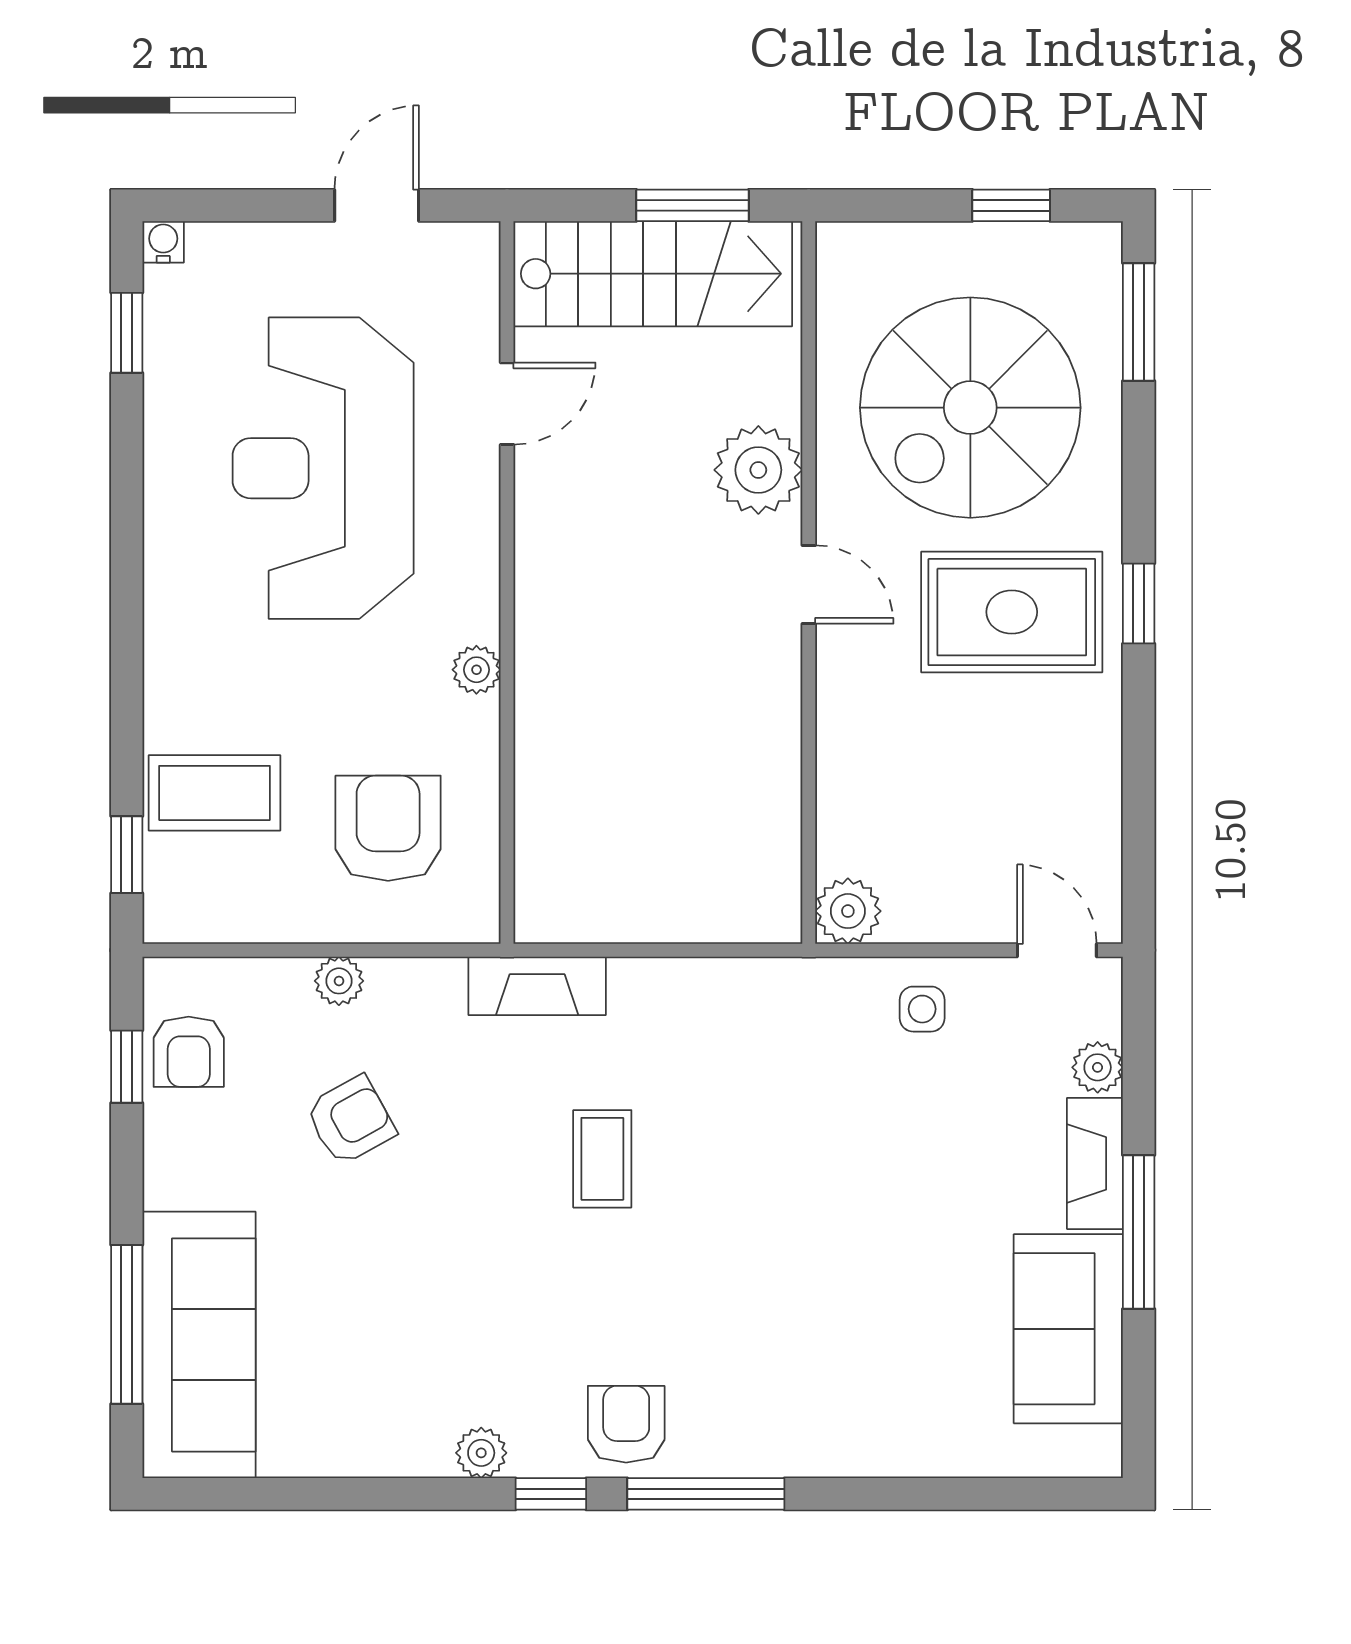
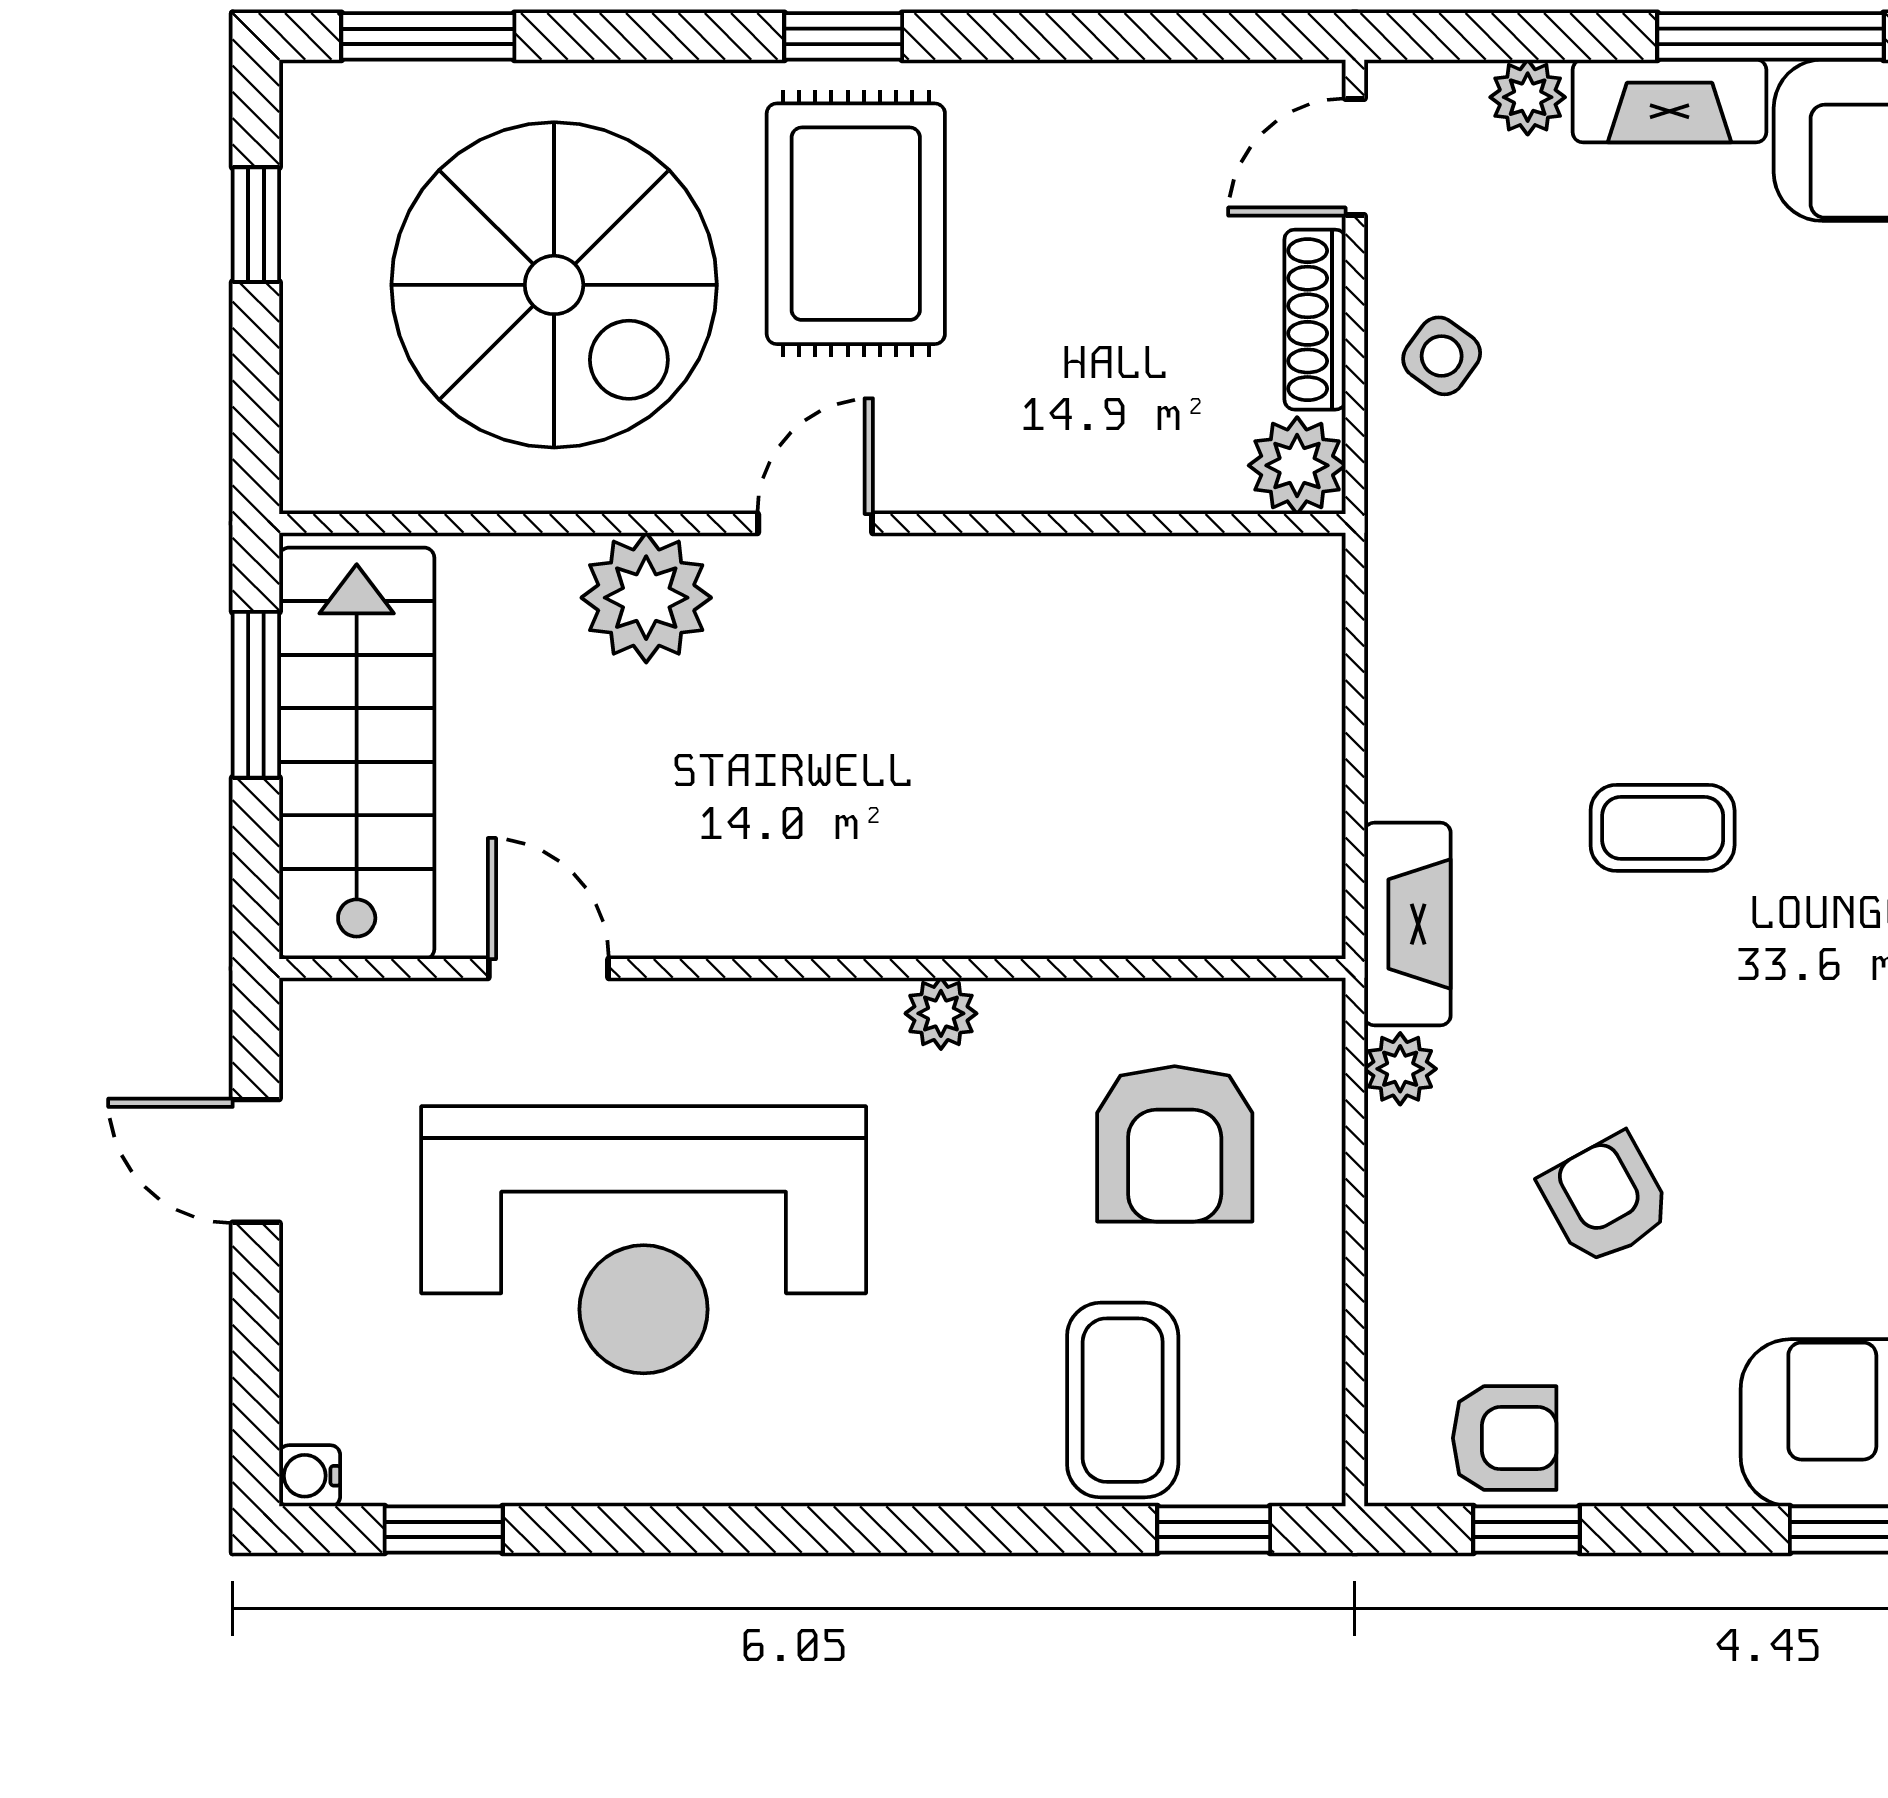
armchair: (388, 828) -> (1175, 1144), turned -90
shoe rack: (947, 923) -> (1315, 320), added
plant: (339, 981) -> (1400, 1069), moved
side table: (922, 1009) -> (1442, 356), turned 36

